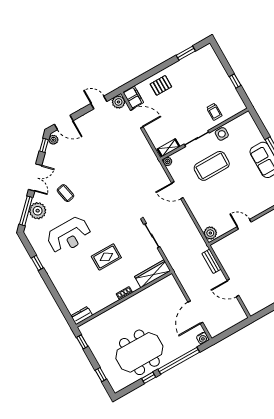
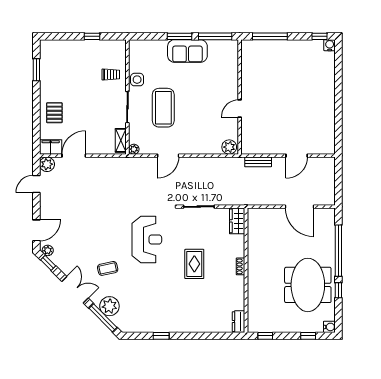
reception desk: (69, 235) -> (147, 239), moved
wardrobe: (153, 274) -> (237, 221), width x0.67
water cooler: (203, 338) -> (329, 327), moved

